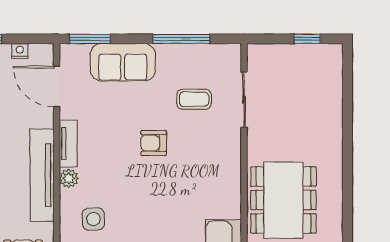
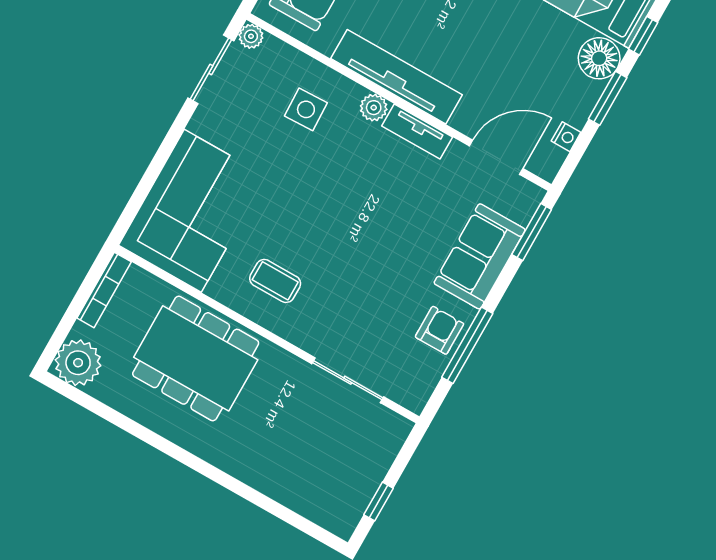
coffee table: (194, 99) -> (275, 281), moved, turned 90
armchair: (154, 143) -> (439, 330), moved

